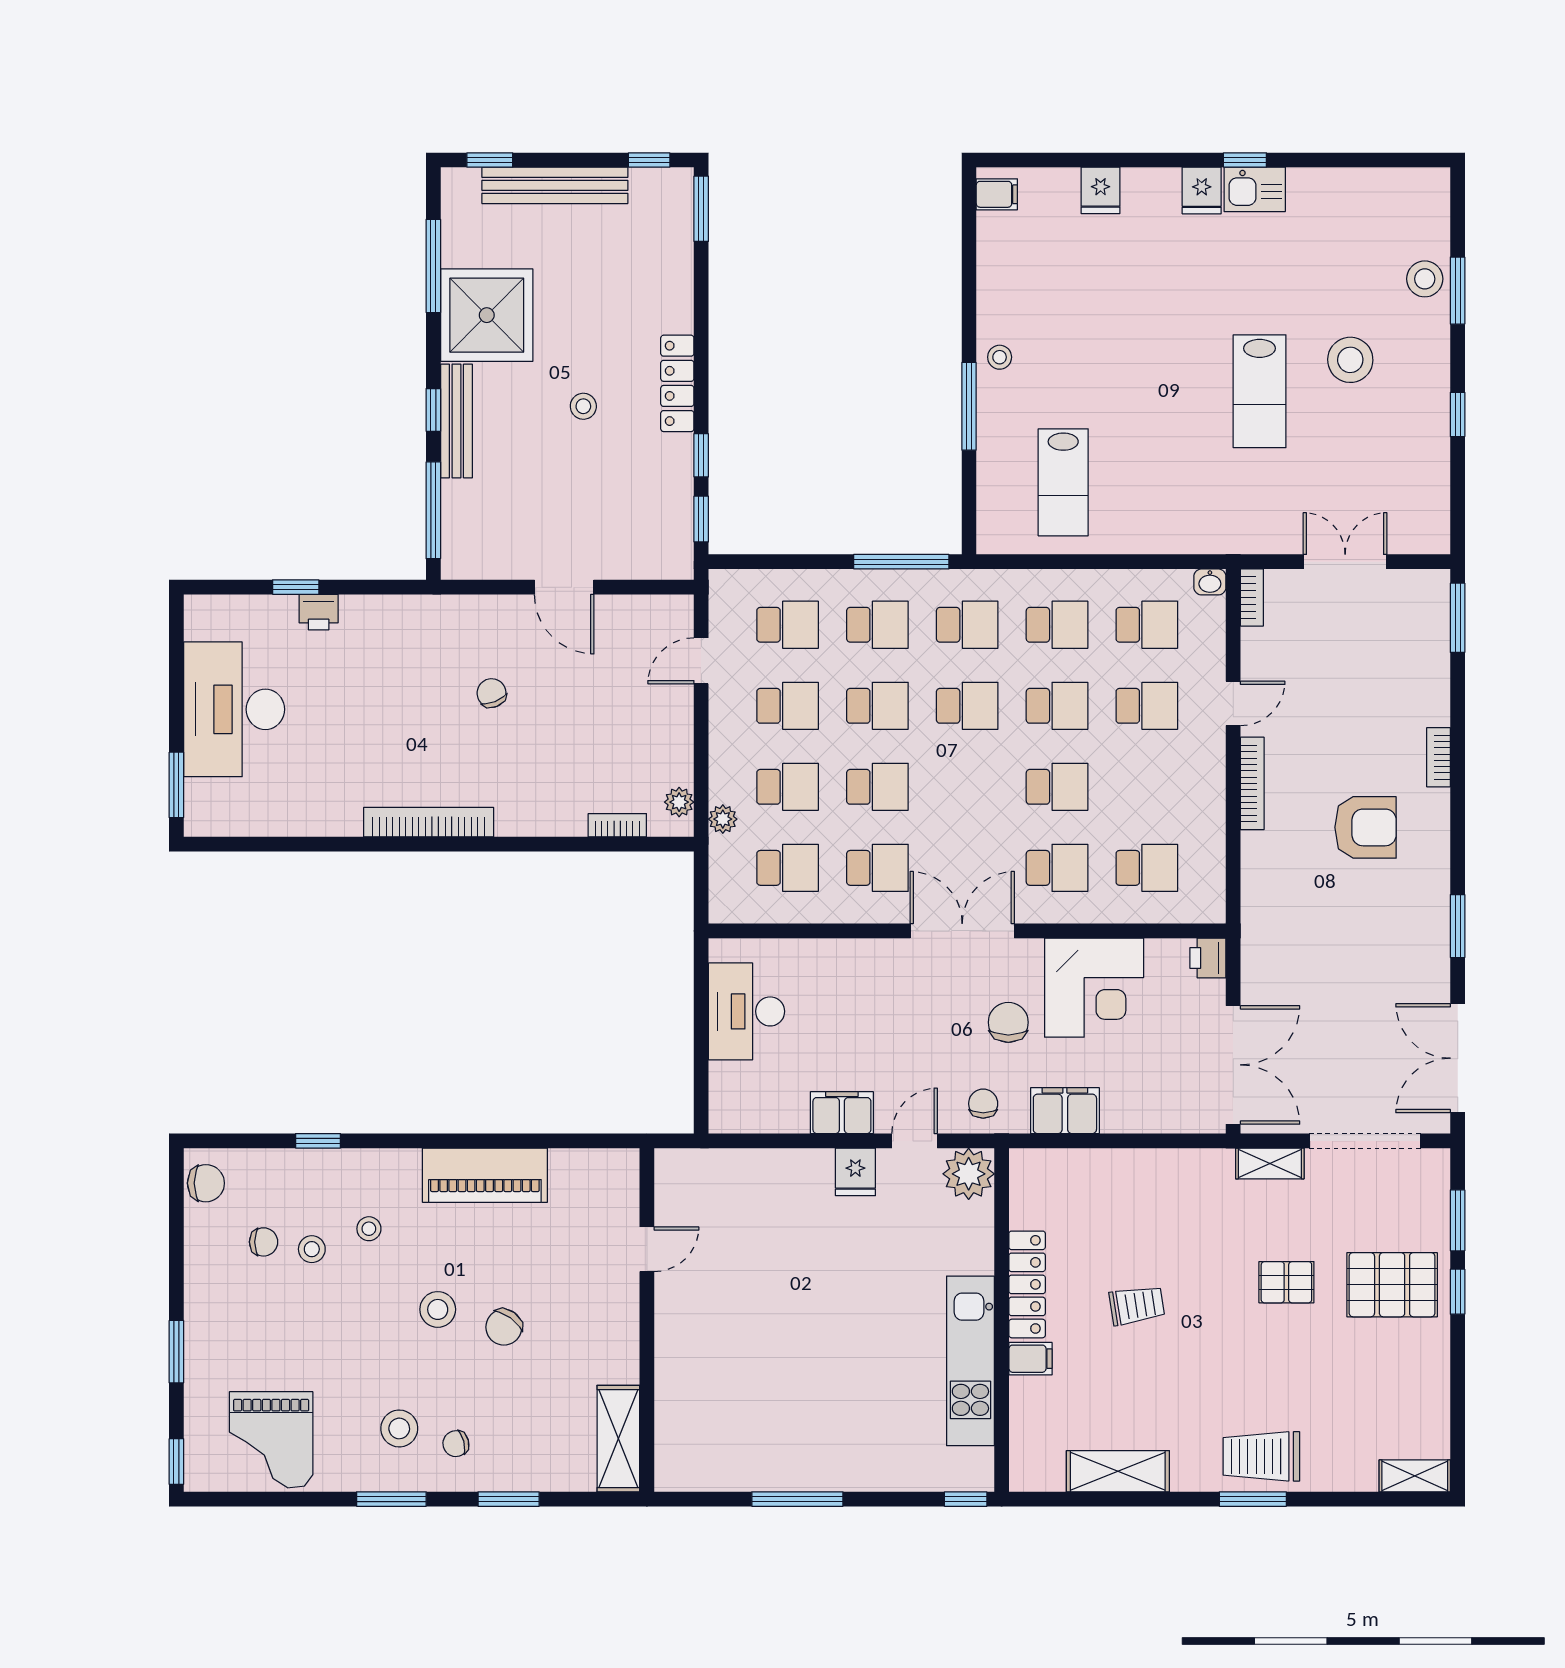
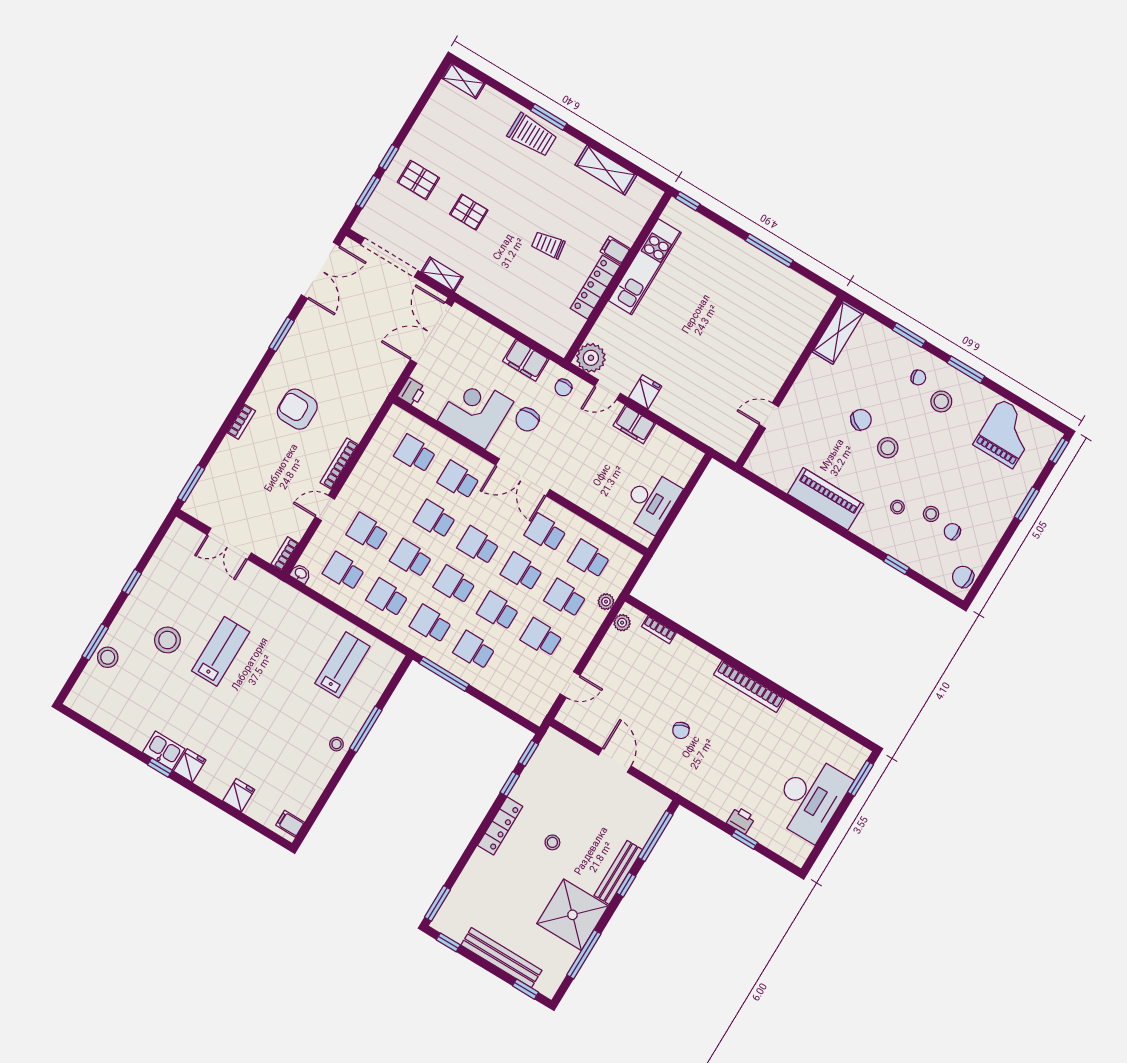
school desk: (788, 625) -> (478, 546), moved
pallet: (1392, 1285) -> (418, 180), width x0.67, depth x0.71

